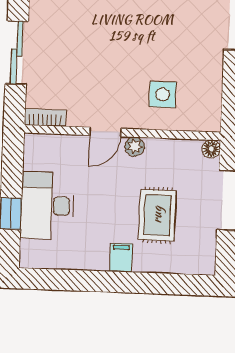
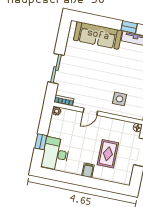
plant: (135, 147) -> (57, 111), moved
desk: (47, 205) -> (56, 154), moved

